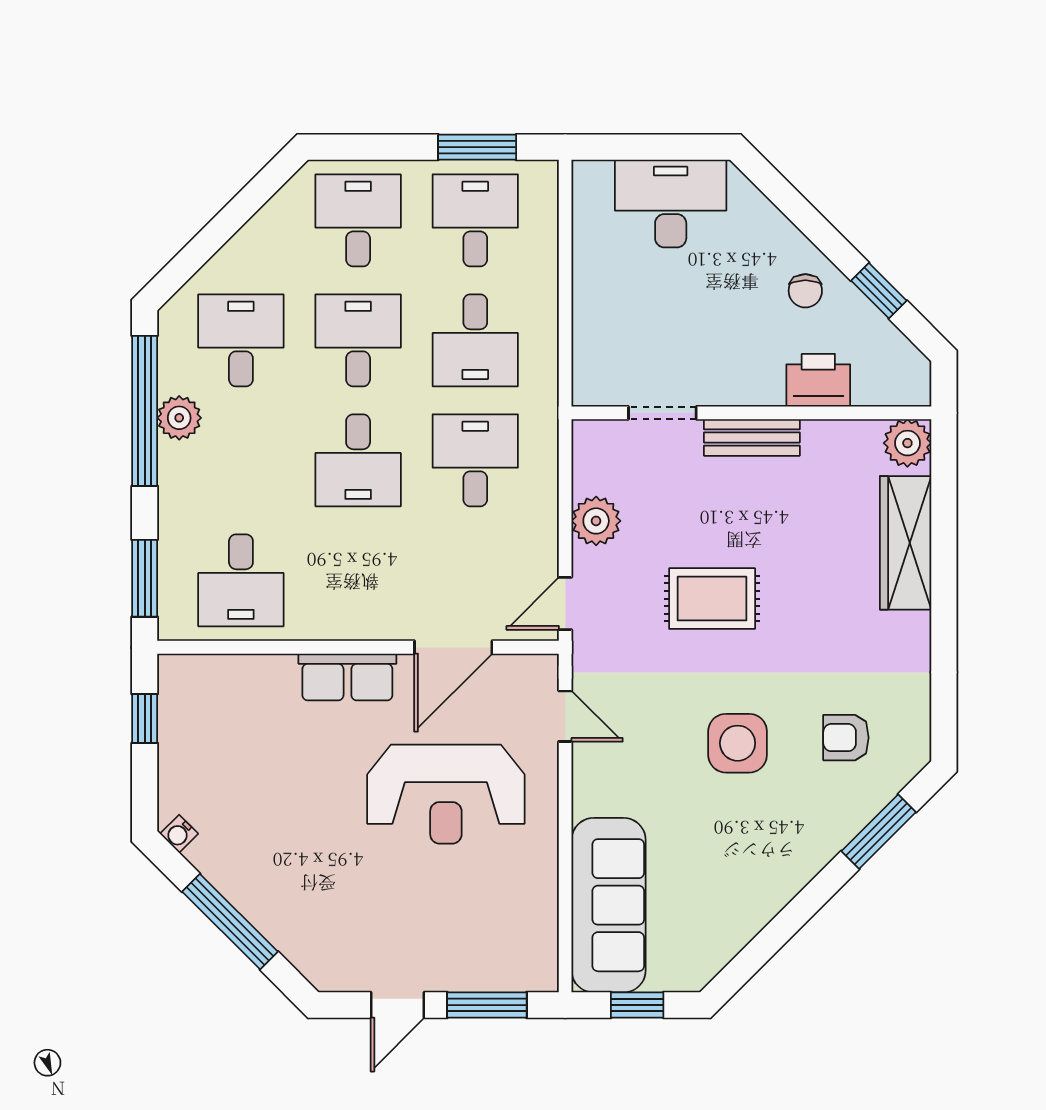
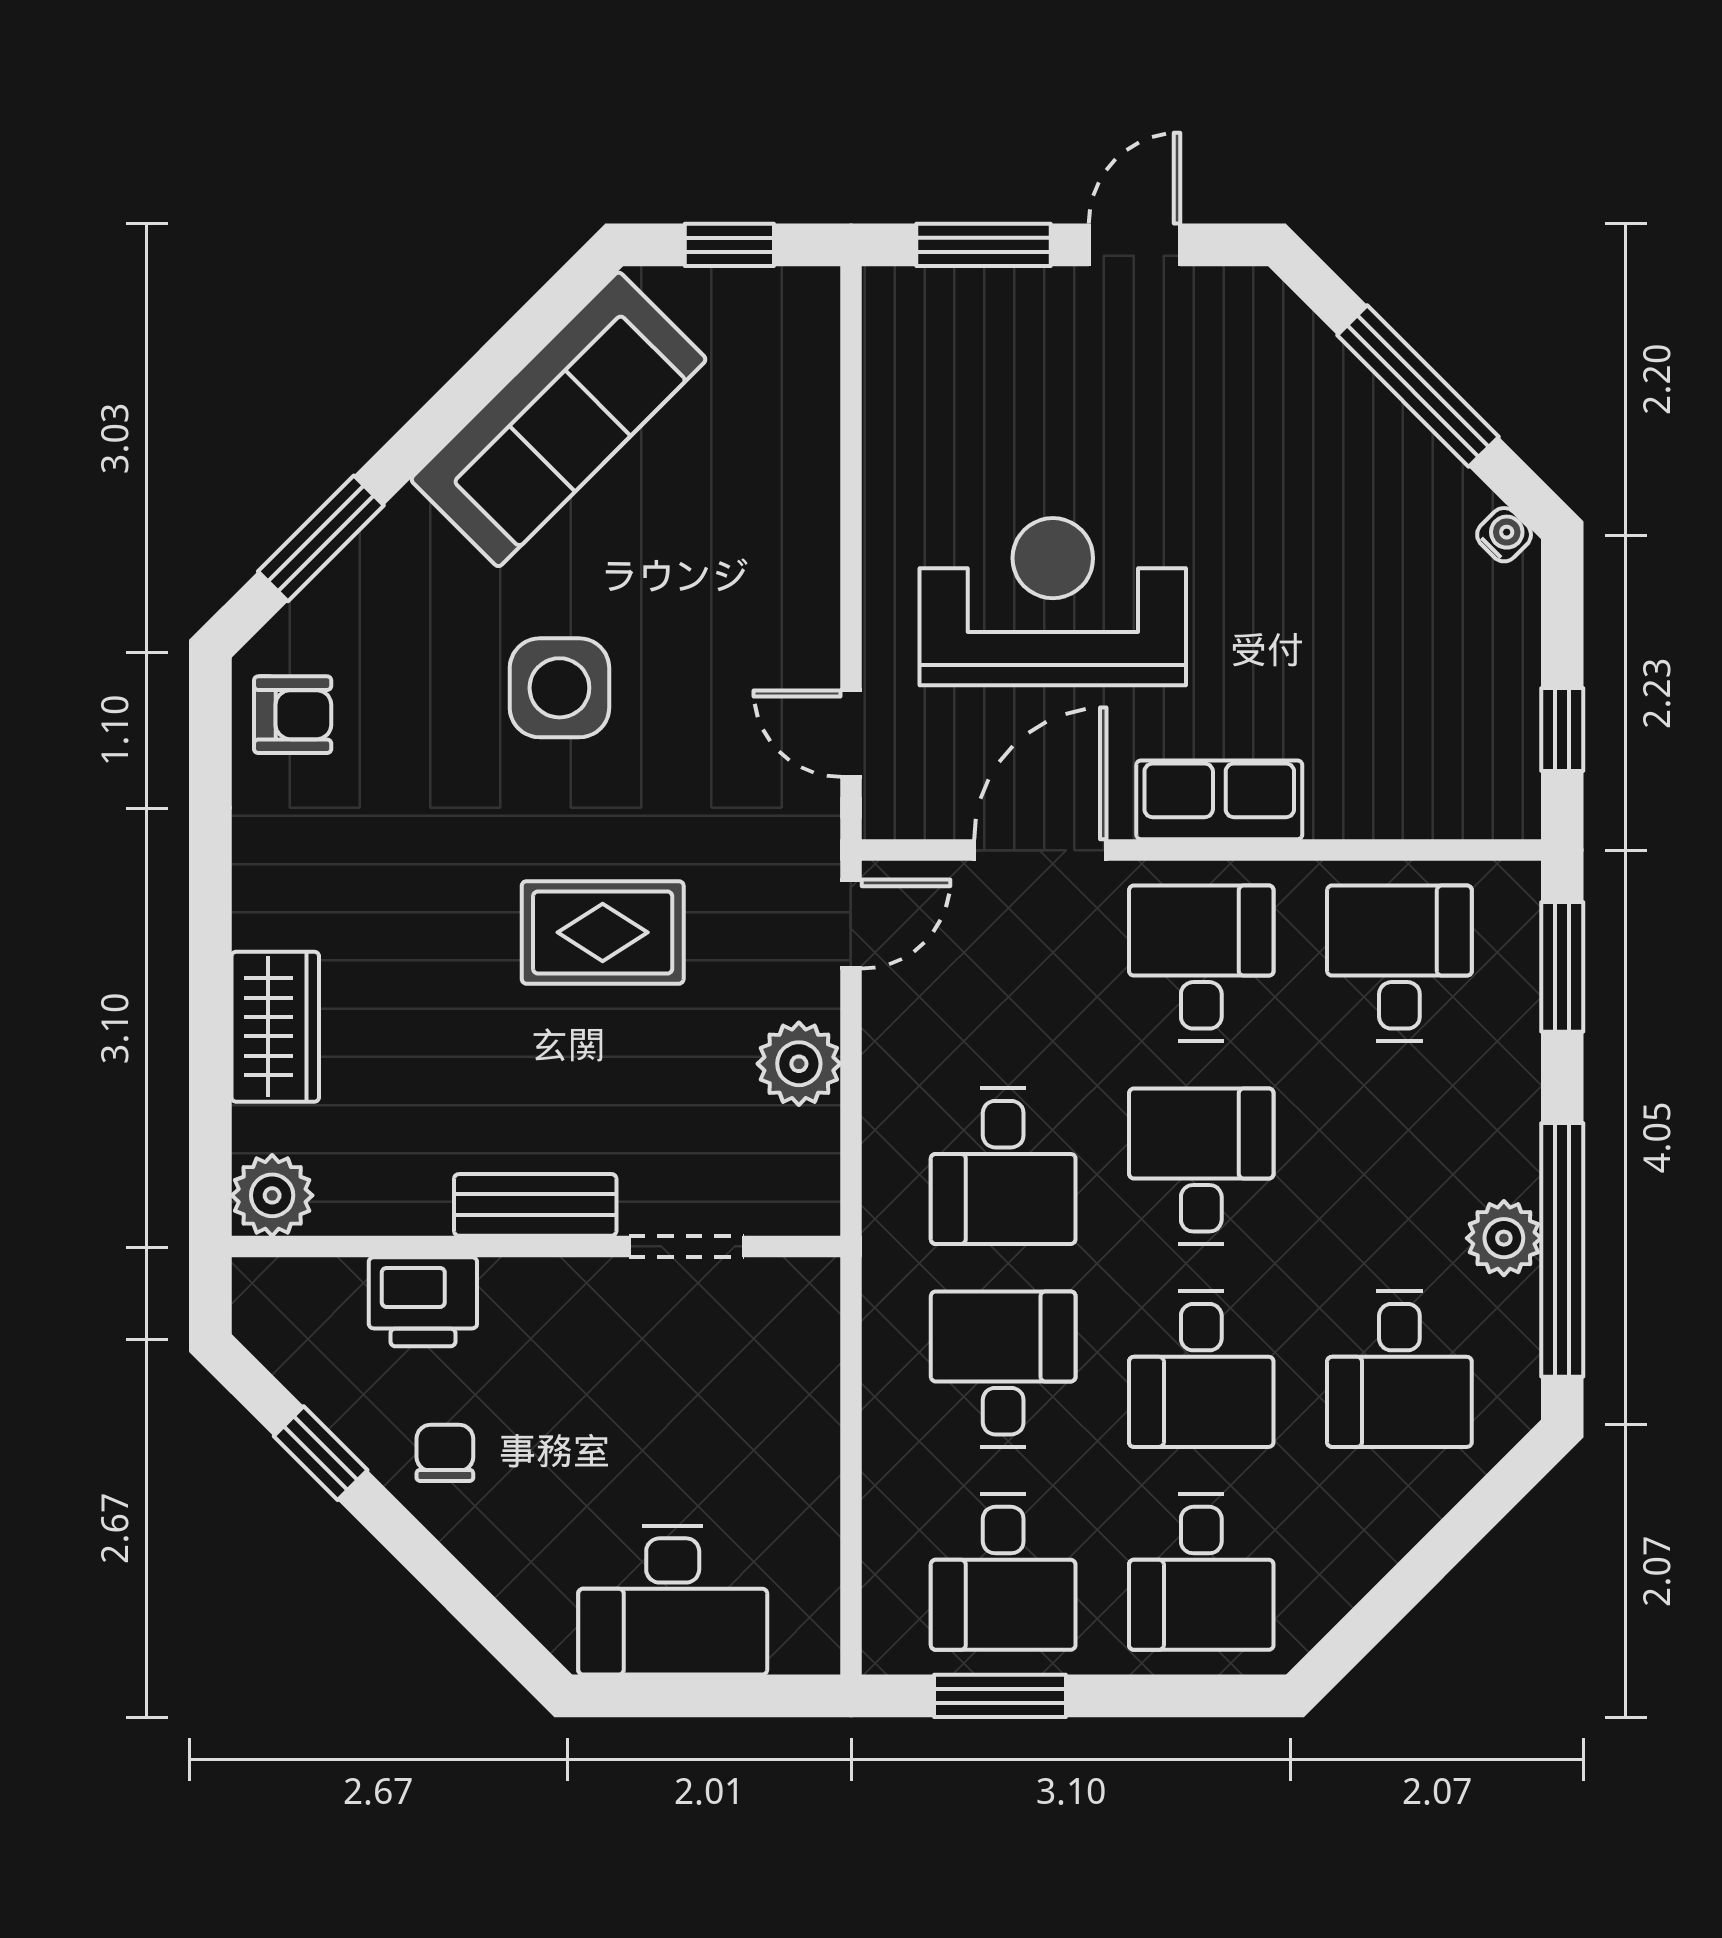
wardrobe: (906, 543) -> (275, 1027), width x0.67
desk: (358, 580) -> (1201, 963), added
armchair: (846, 738) -> (293, 715), moved
sofa: (609, 905) -> (559, 419), moved, turned -135

